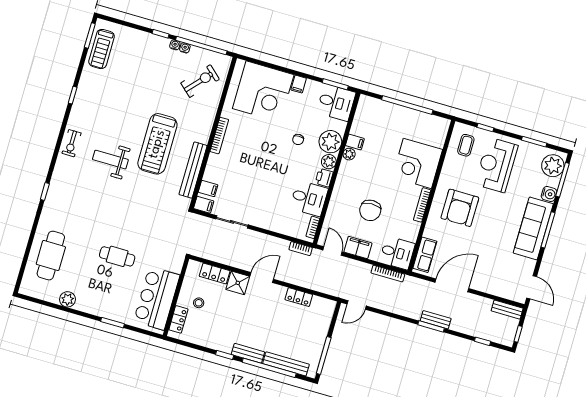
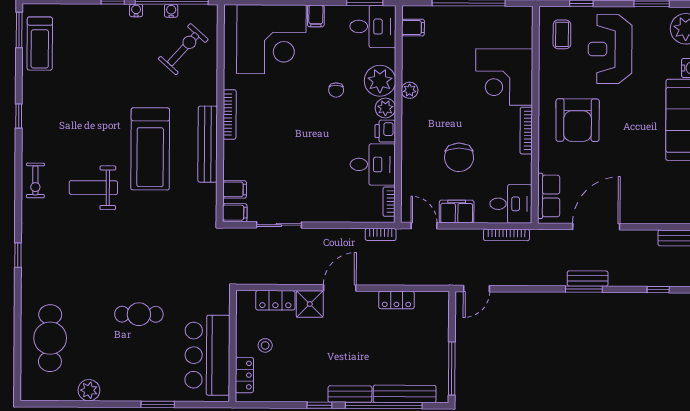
water cooler: (185, 48) -> (171, 11), moved
filing cabinet: (355, 142) -> (413, 28), moved
bench: (193, 170) -> (208, 144), moved

